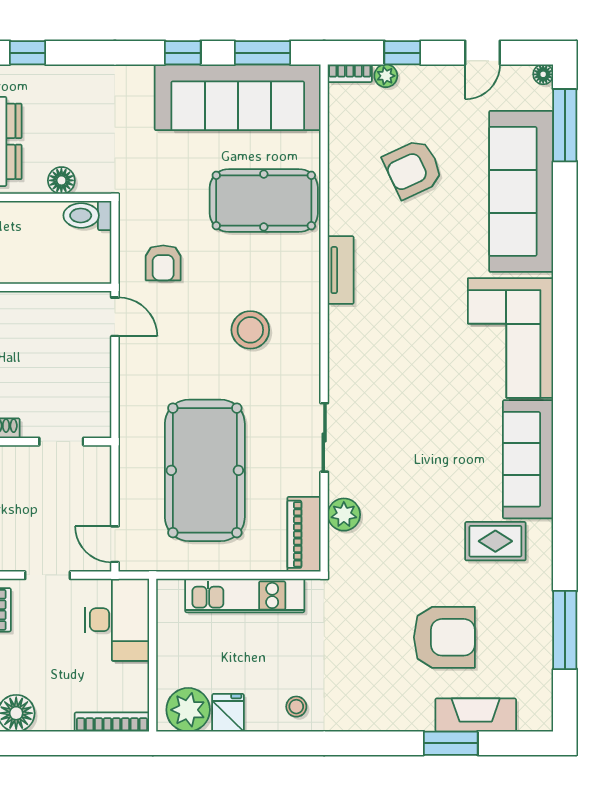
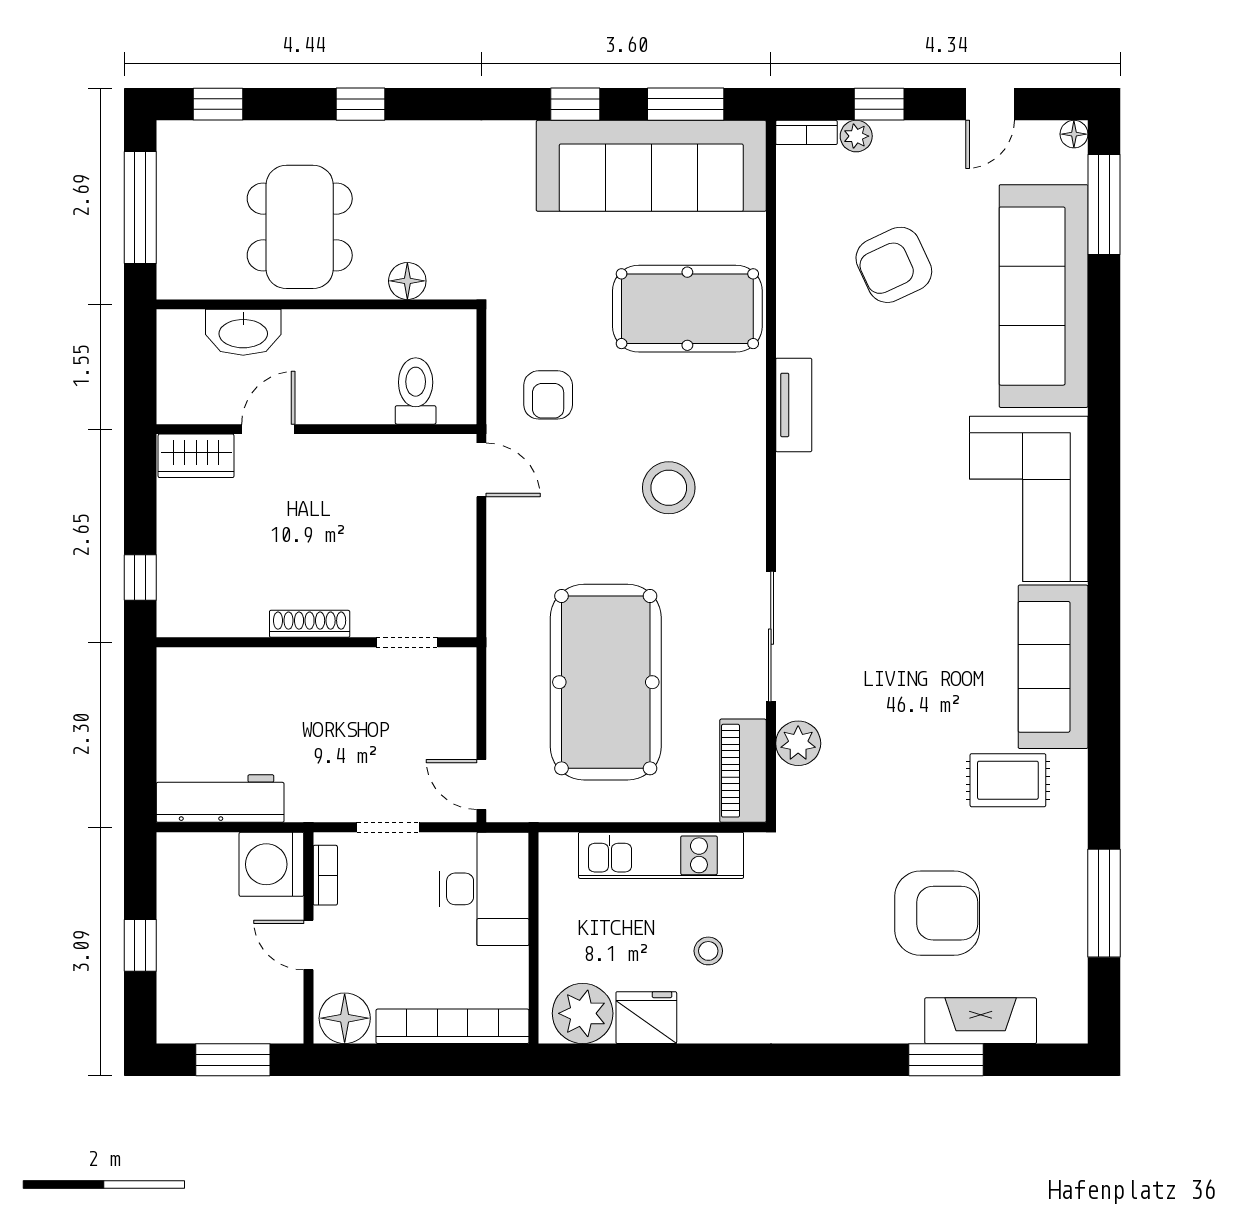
toilet: (87, 215) -> (416, 391), moved, turned 90
sliding door: (324, 437) -> (771, 637), width x1.37
stool: (296, 707) -> (708, 951), moved
fridge: (228, 713) -> (646, 1018), width x1.38
bookcase: (112, 722) -> (452, 1026), width x1.48, depth x1.31

